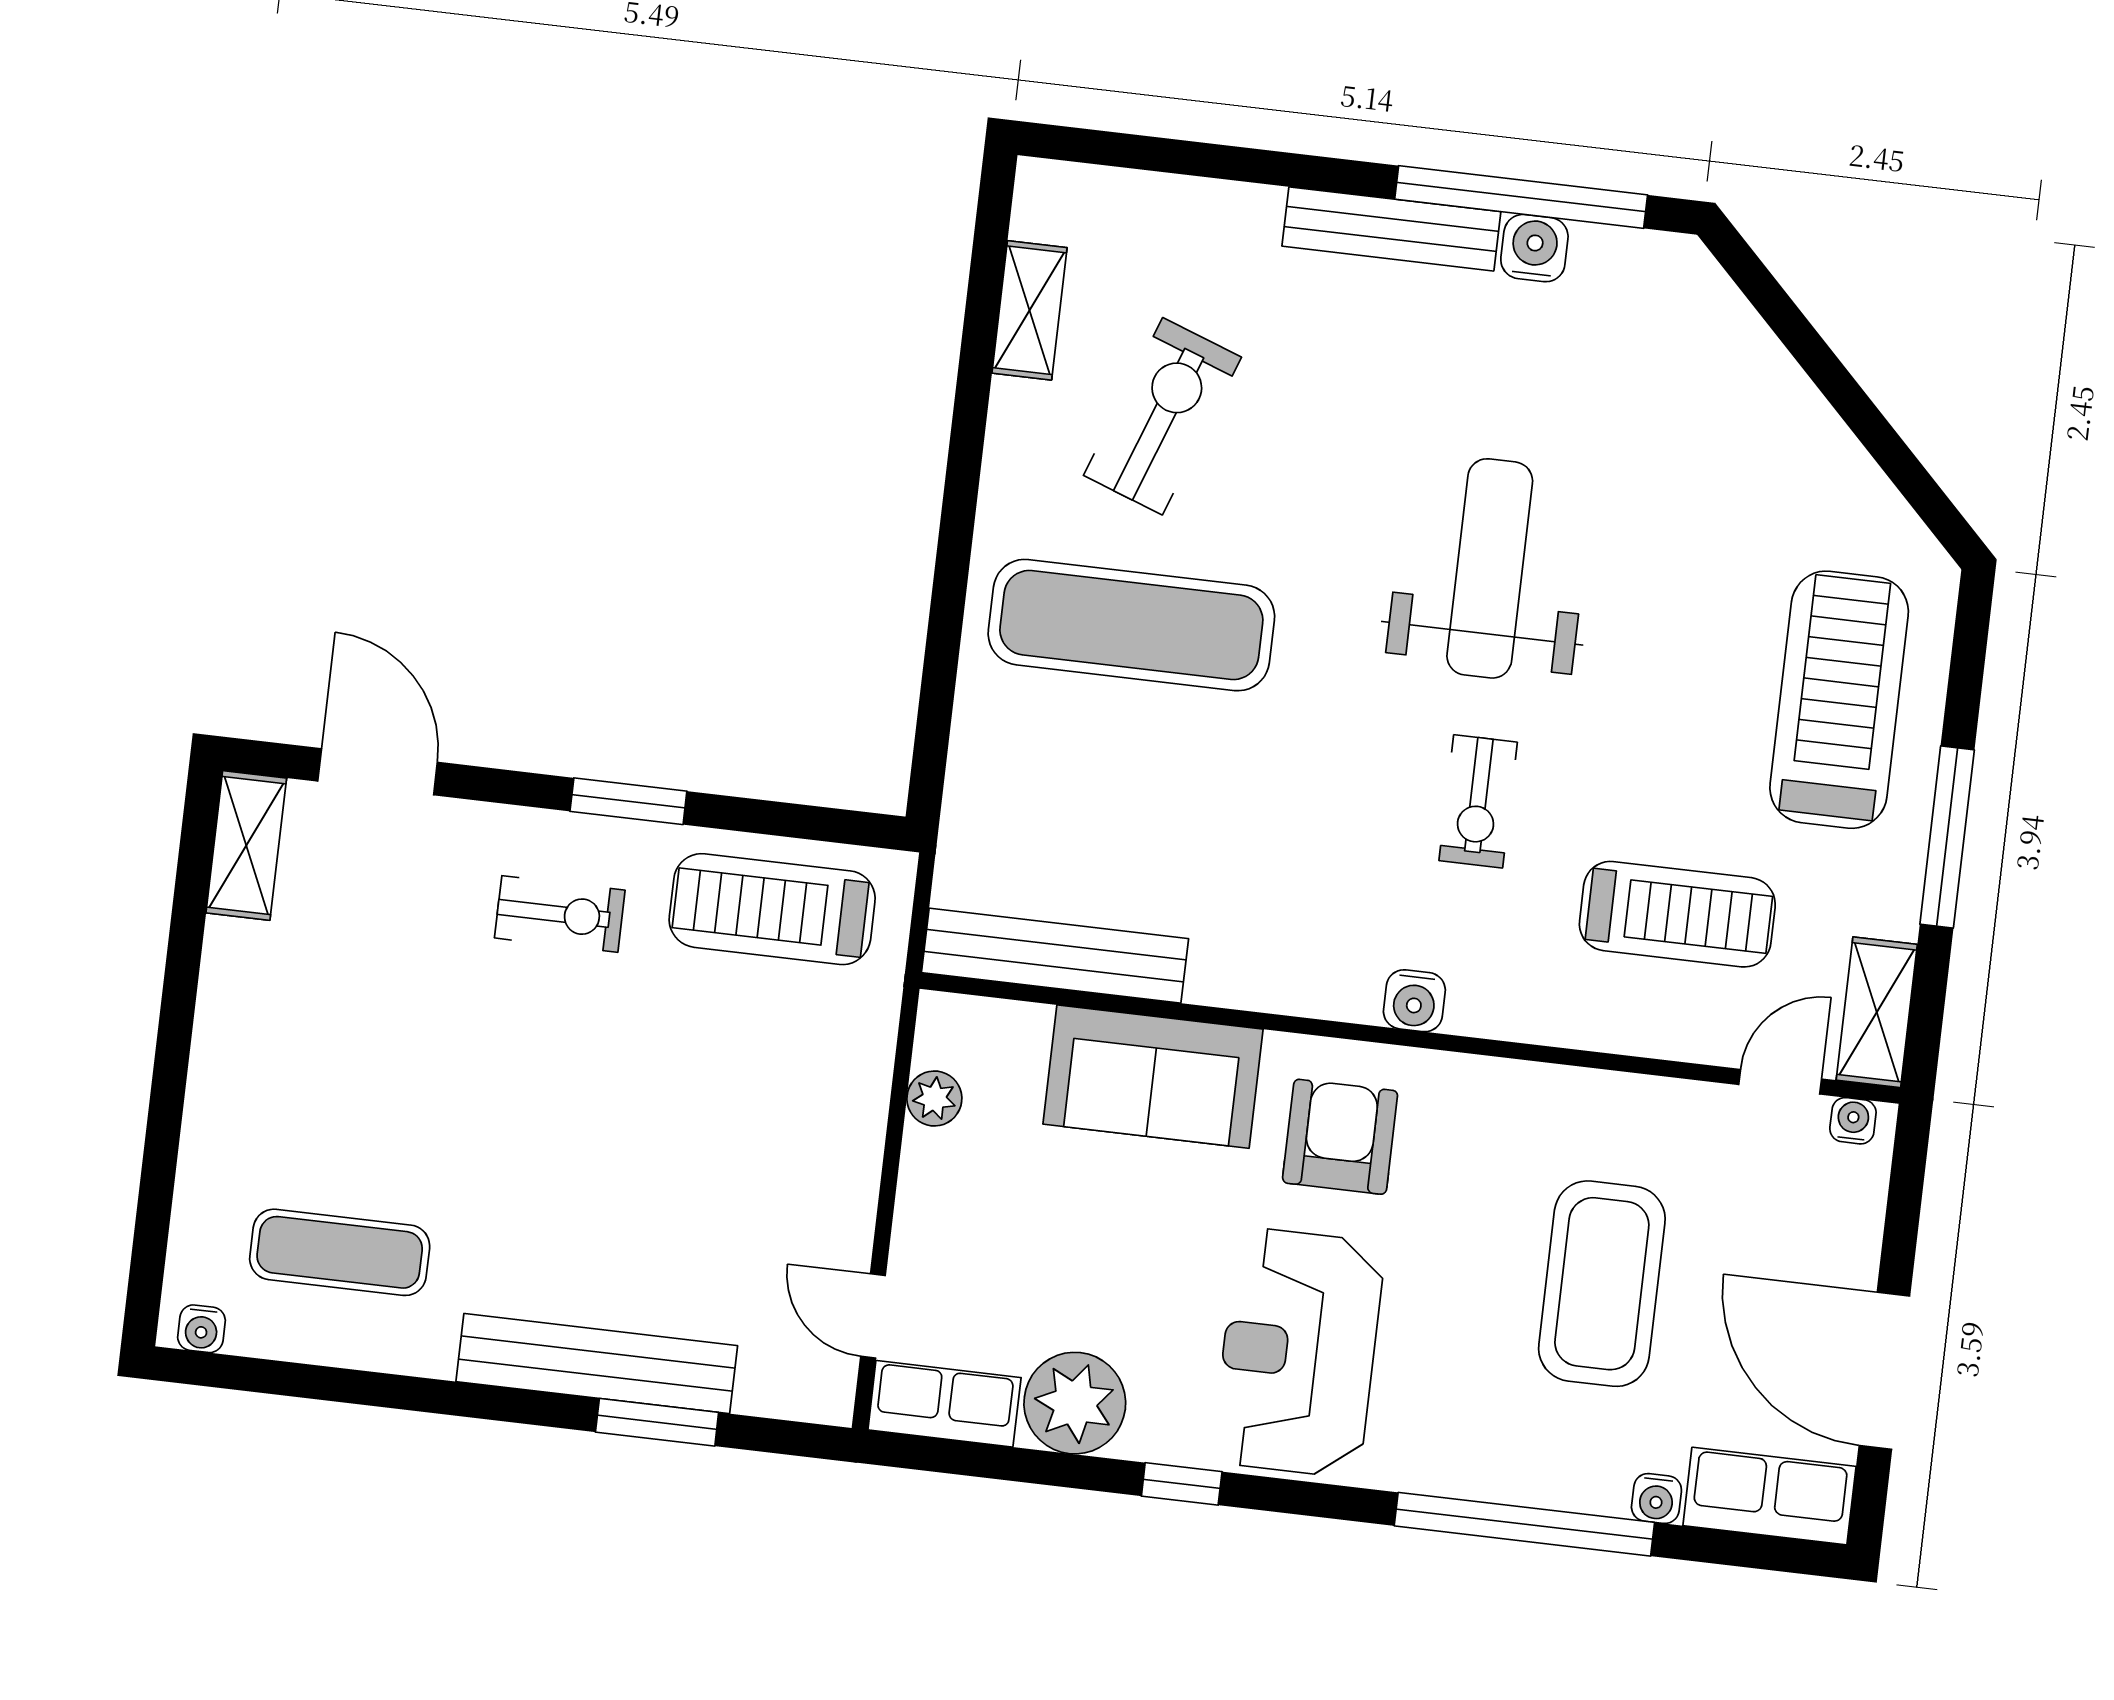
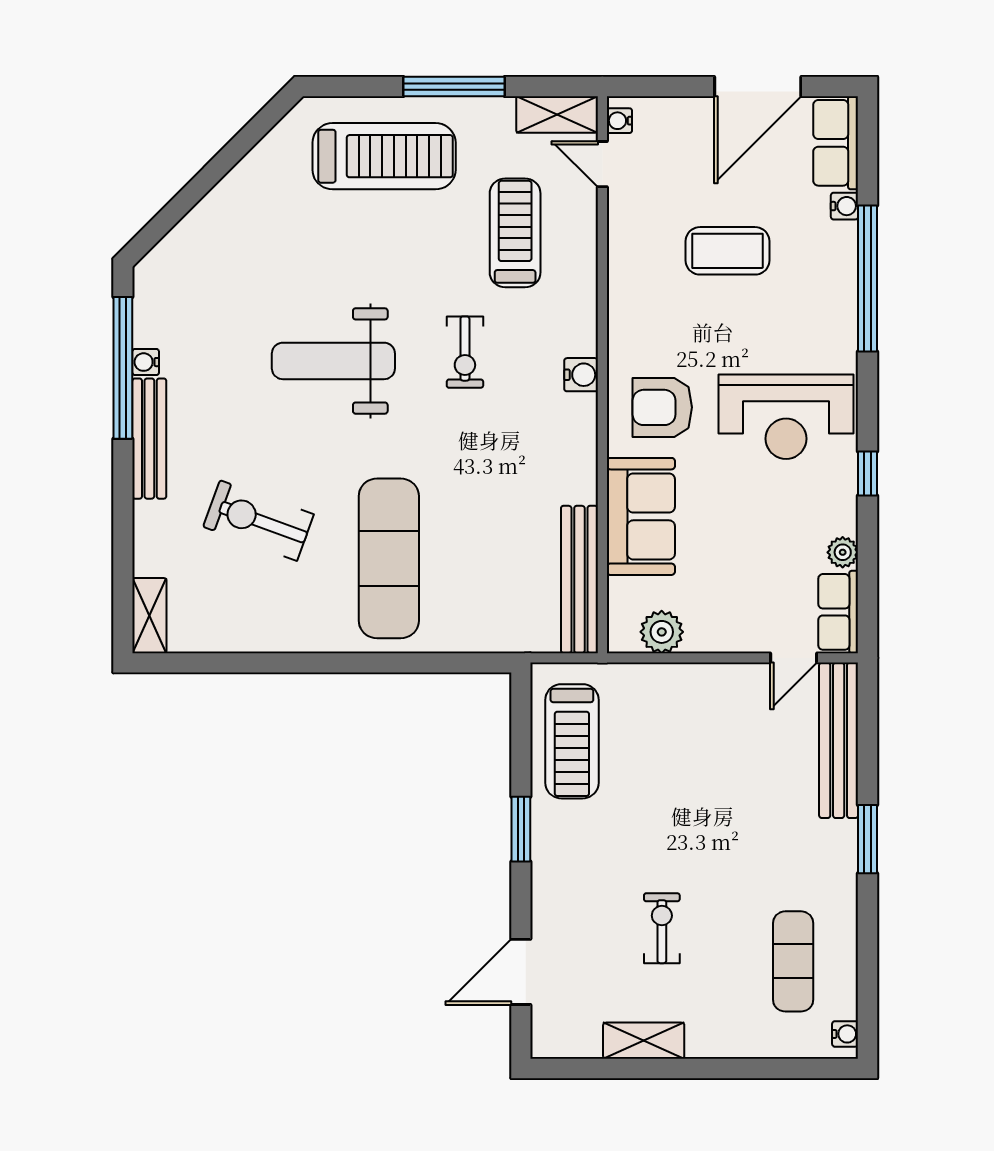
water cooler: (1534, 248) -> (146, 362), width x0.72, depth x0.72
shelving: (1030, 310) -> (149, 616), moved, turned 90
exercise bike: (1163, 416) -> (258, 521), moved
treadmill: (1839, 700) -> (384, 156), turned 180
exercise bike: (1478, 801) -> (465, 352), turned 90
shelving: (246, 845) -> (644, 1041), moved
exercise bike: (560, 914) -> (662, 928), moved
plant: (934, 1098) -> (662, 632), width x1.38, depth x1.38
coffee table: (1602, 1284) -> (727, 251), width x0.73, depth x0.76
bench: (597, 1364) -> (839, 740), moved
plant: (1075, 1403) -> (843, 552), width x0.53, depth x0.53
window: (657, 1422) -> (868, 839), moved

